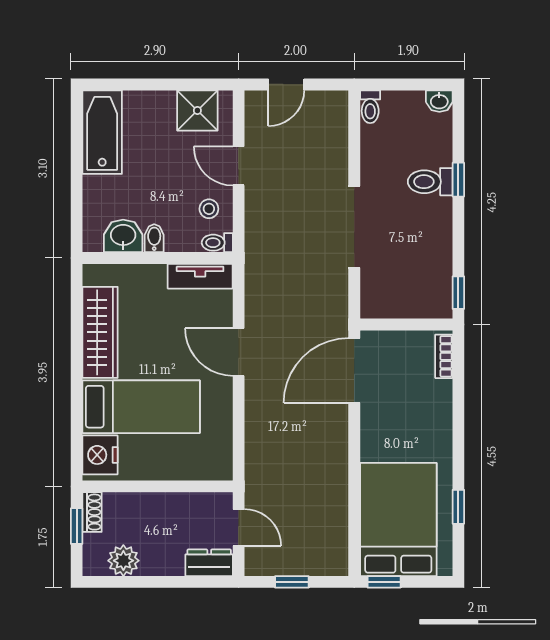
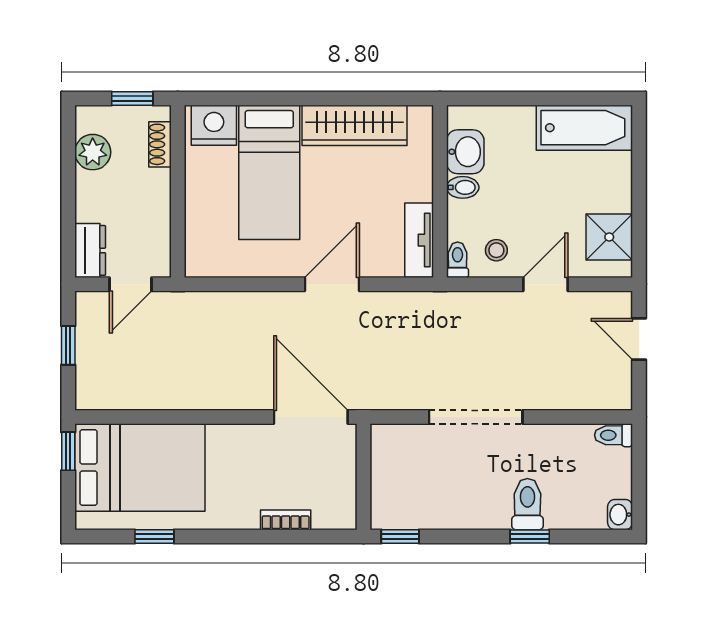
bookcase: (444, 356) -> (286, 520), moved
shoe rack: (92, 512) -> (160, 144), moved, turned 90

